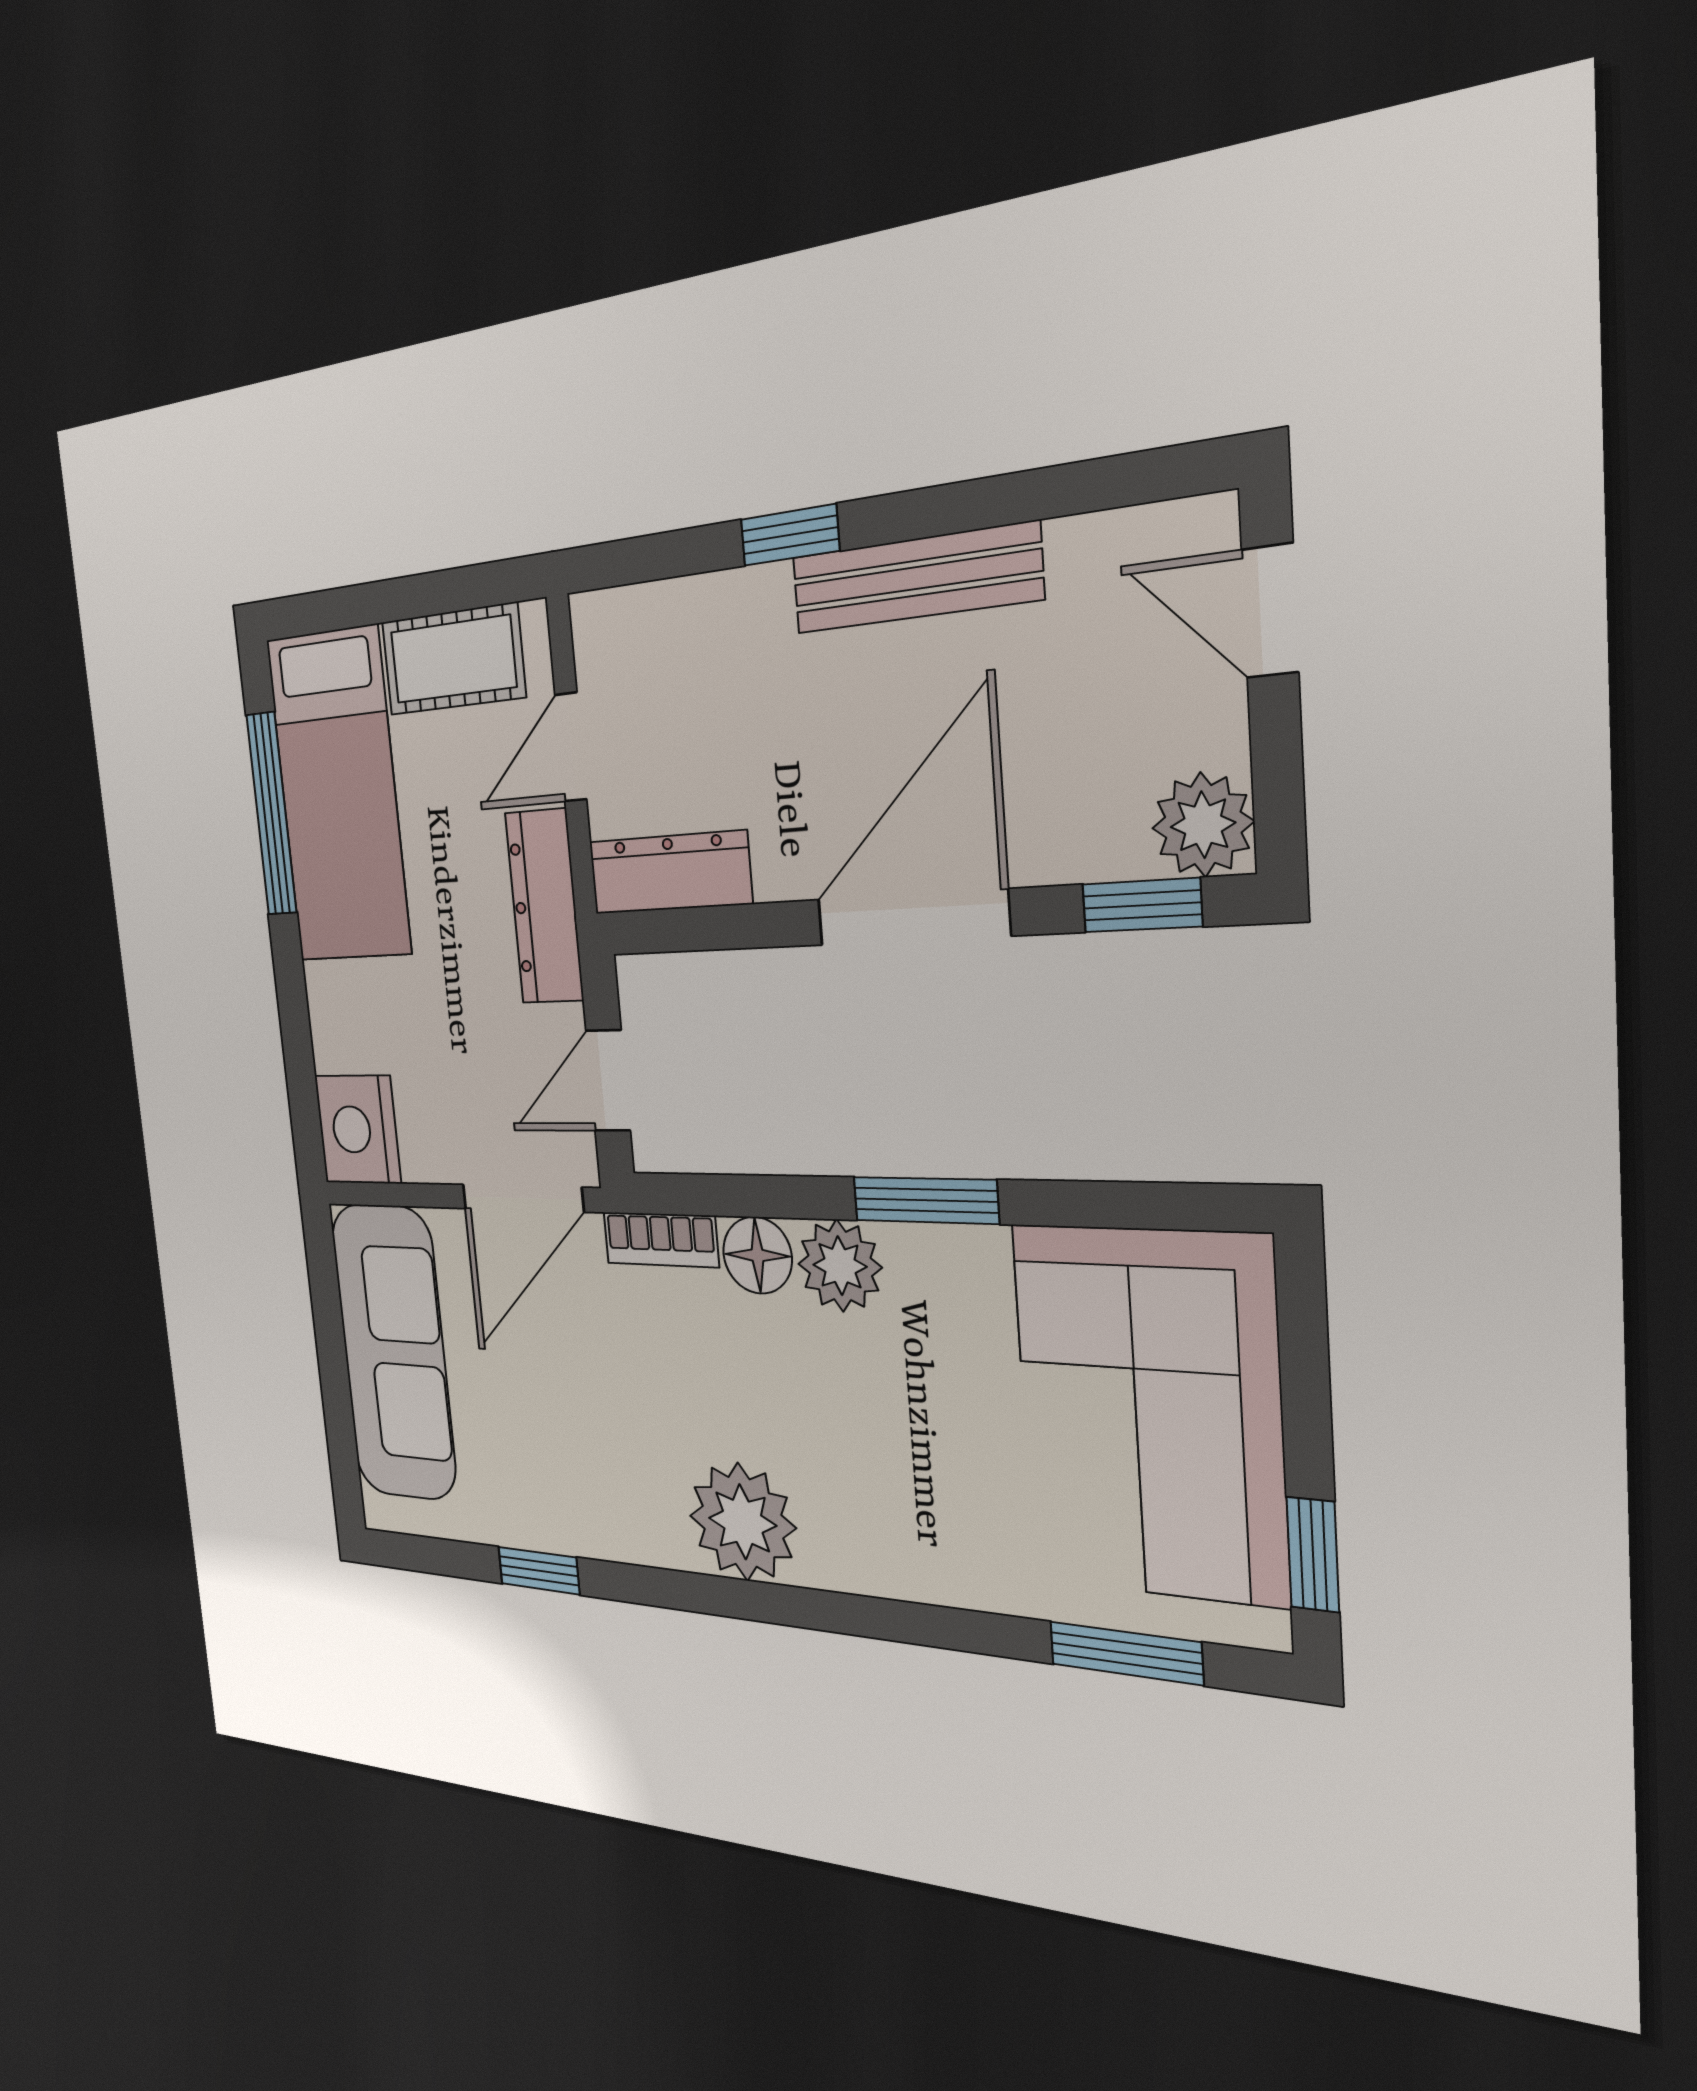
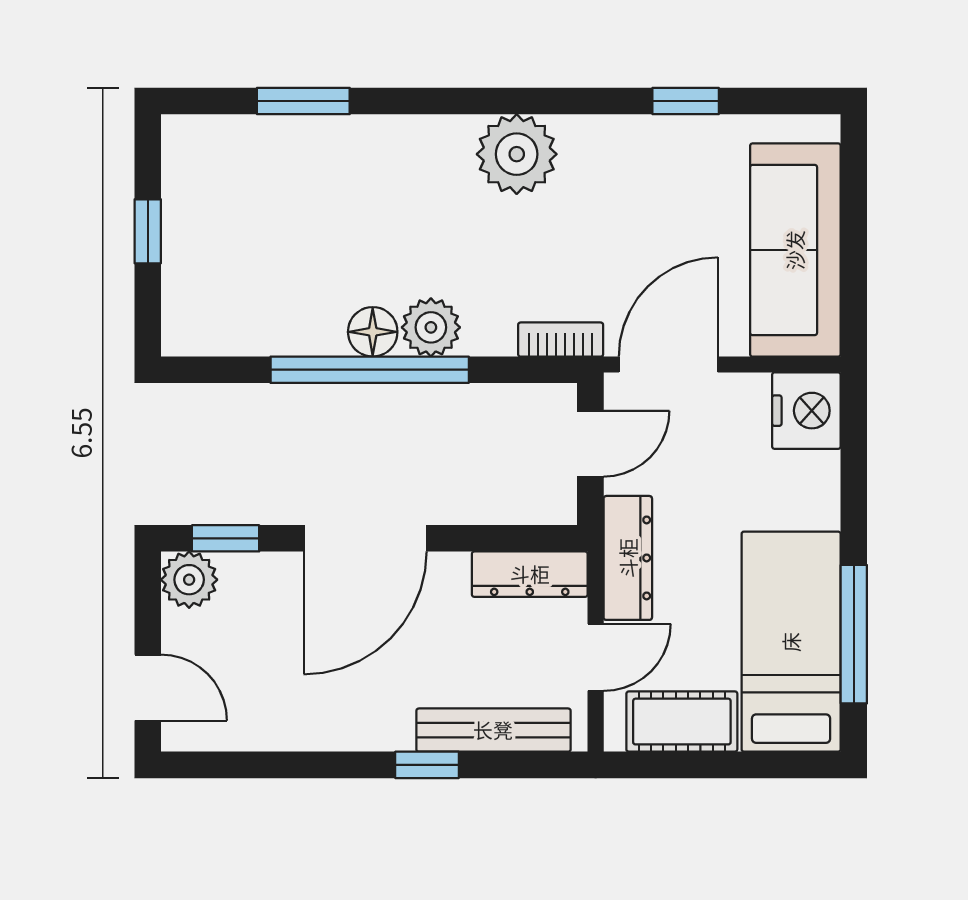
bench: (915, 578) -> (493, 730), moved
window: (925, 1200) -> (370, 370), width x2.11
floor lamp: (757, 1255) -> (373, 332), moved
corner sofa: (1149, 1413) -> (238, 248), removed
window: (1313, 1555) -> (148, 231), moved
window: (1126, 1653) -> (303, 101), moved

